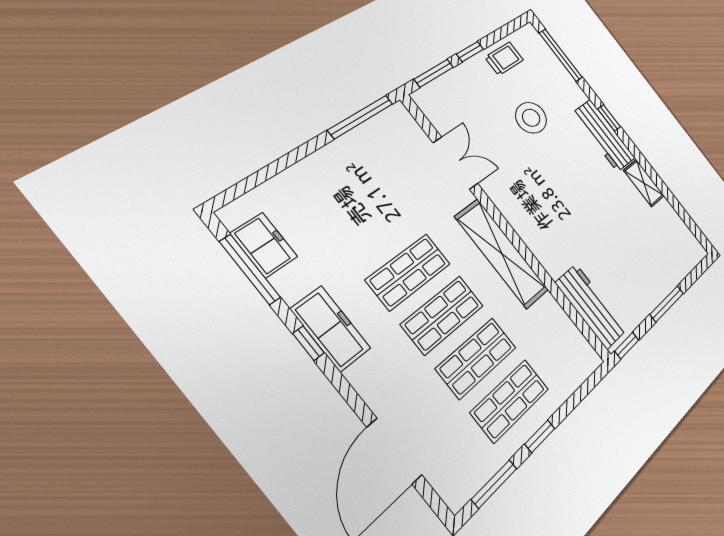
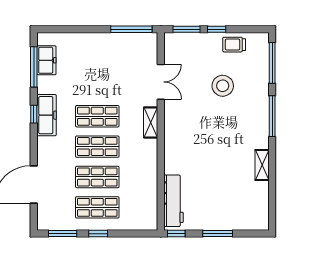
trolley: (504, 59) -> (234, 45), turned 180
window: (609, 118) -> (272, 116), width x2.17
workbench: (604, 136) -> (260, 123), removed
shelving: (502, 254) -> (151, 122), width x0.45, depth x0.75

